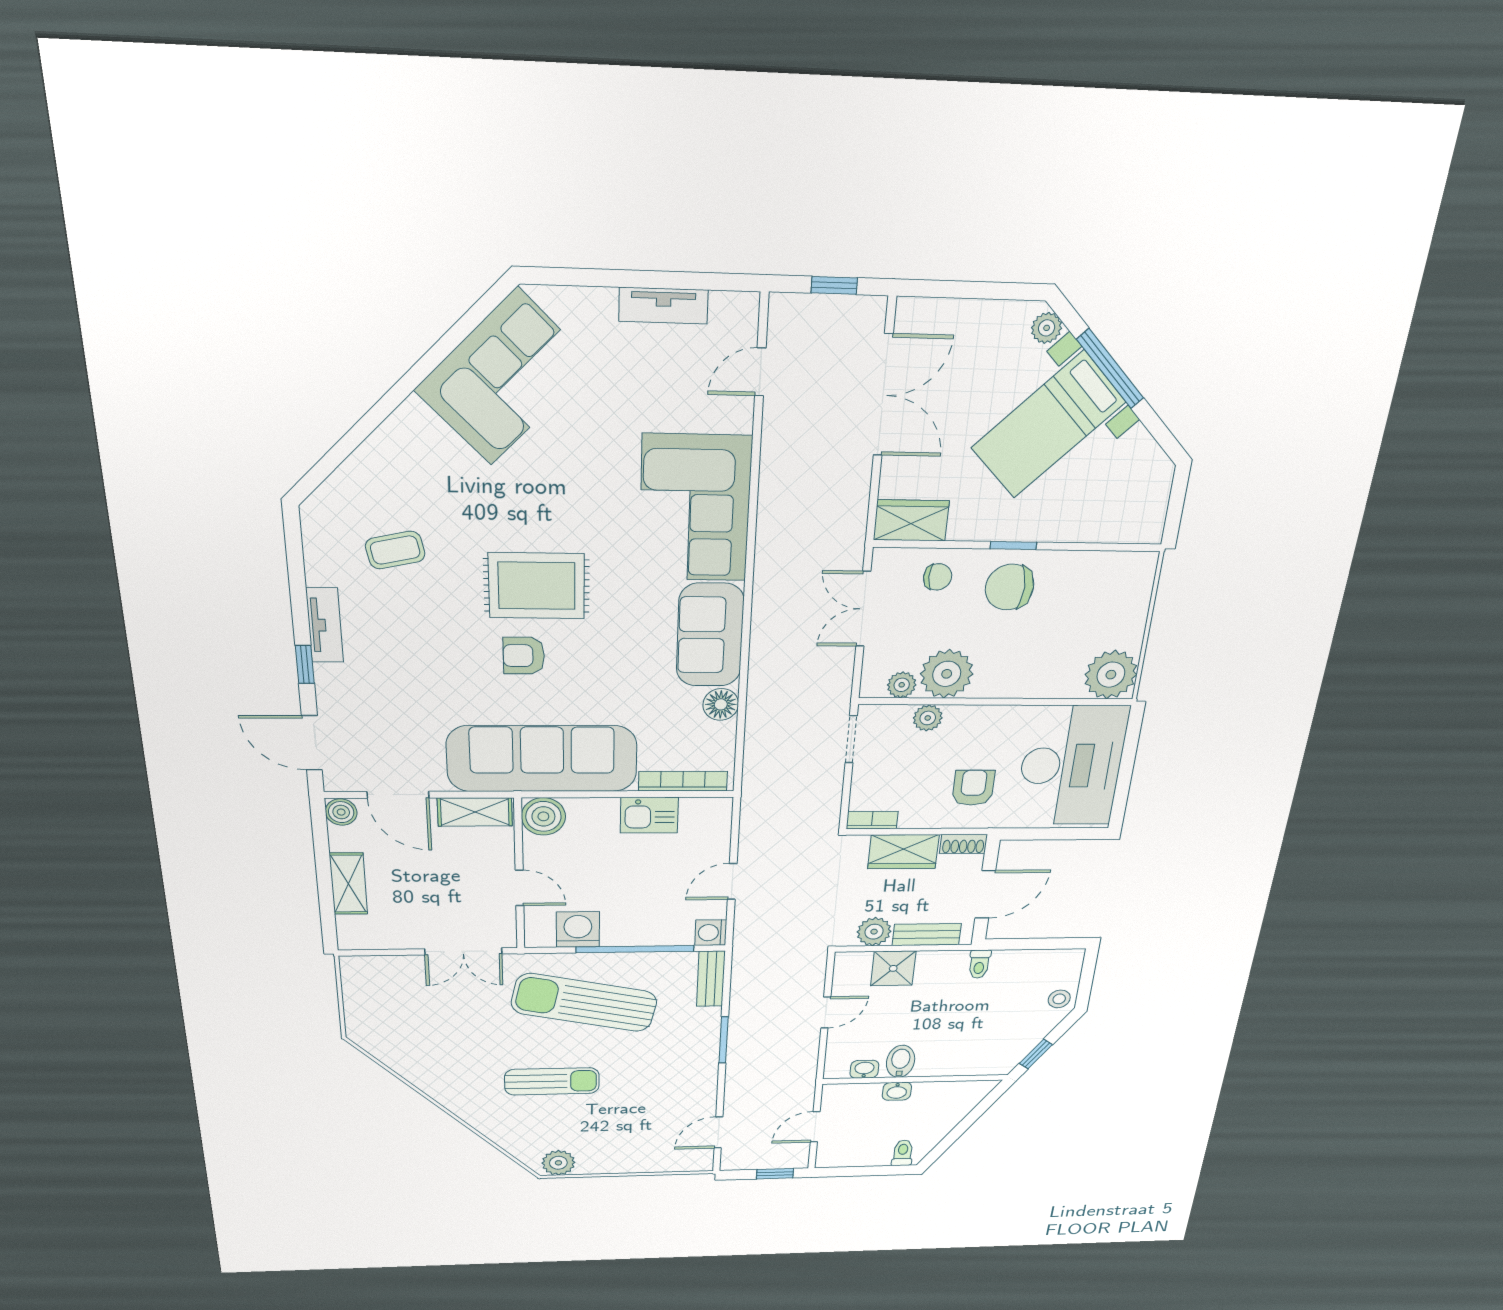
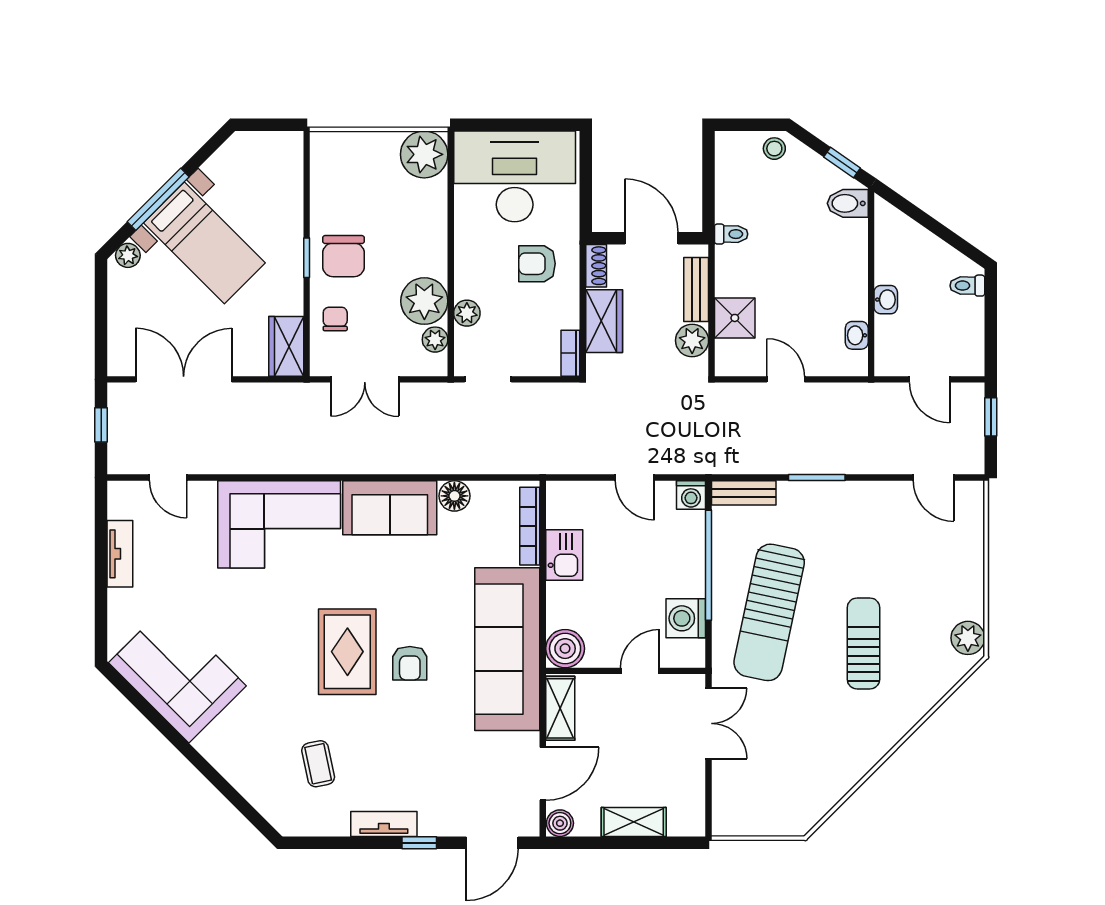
bidet: (901, 1061) -> (848, 203), moved

